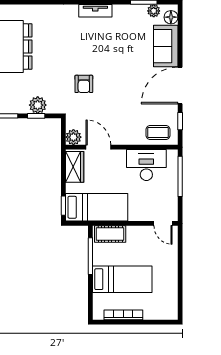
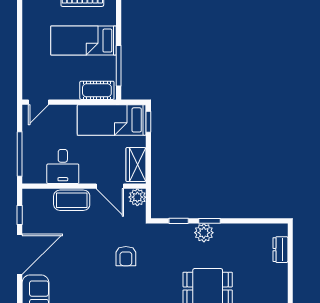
armchair: (84, 84) -> (126, 256), turned 180
plant: (38, 105) -> (204, 233), moved
coffee table: (158, 132) -> (72, 200), moved, width x1.36, depth x1.30
desk: (146, 165) -> (63, 167), width x0.73
door: (163, 223) -> (39, 102), swing flipped

